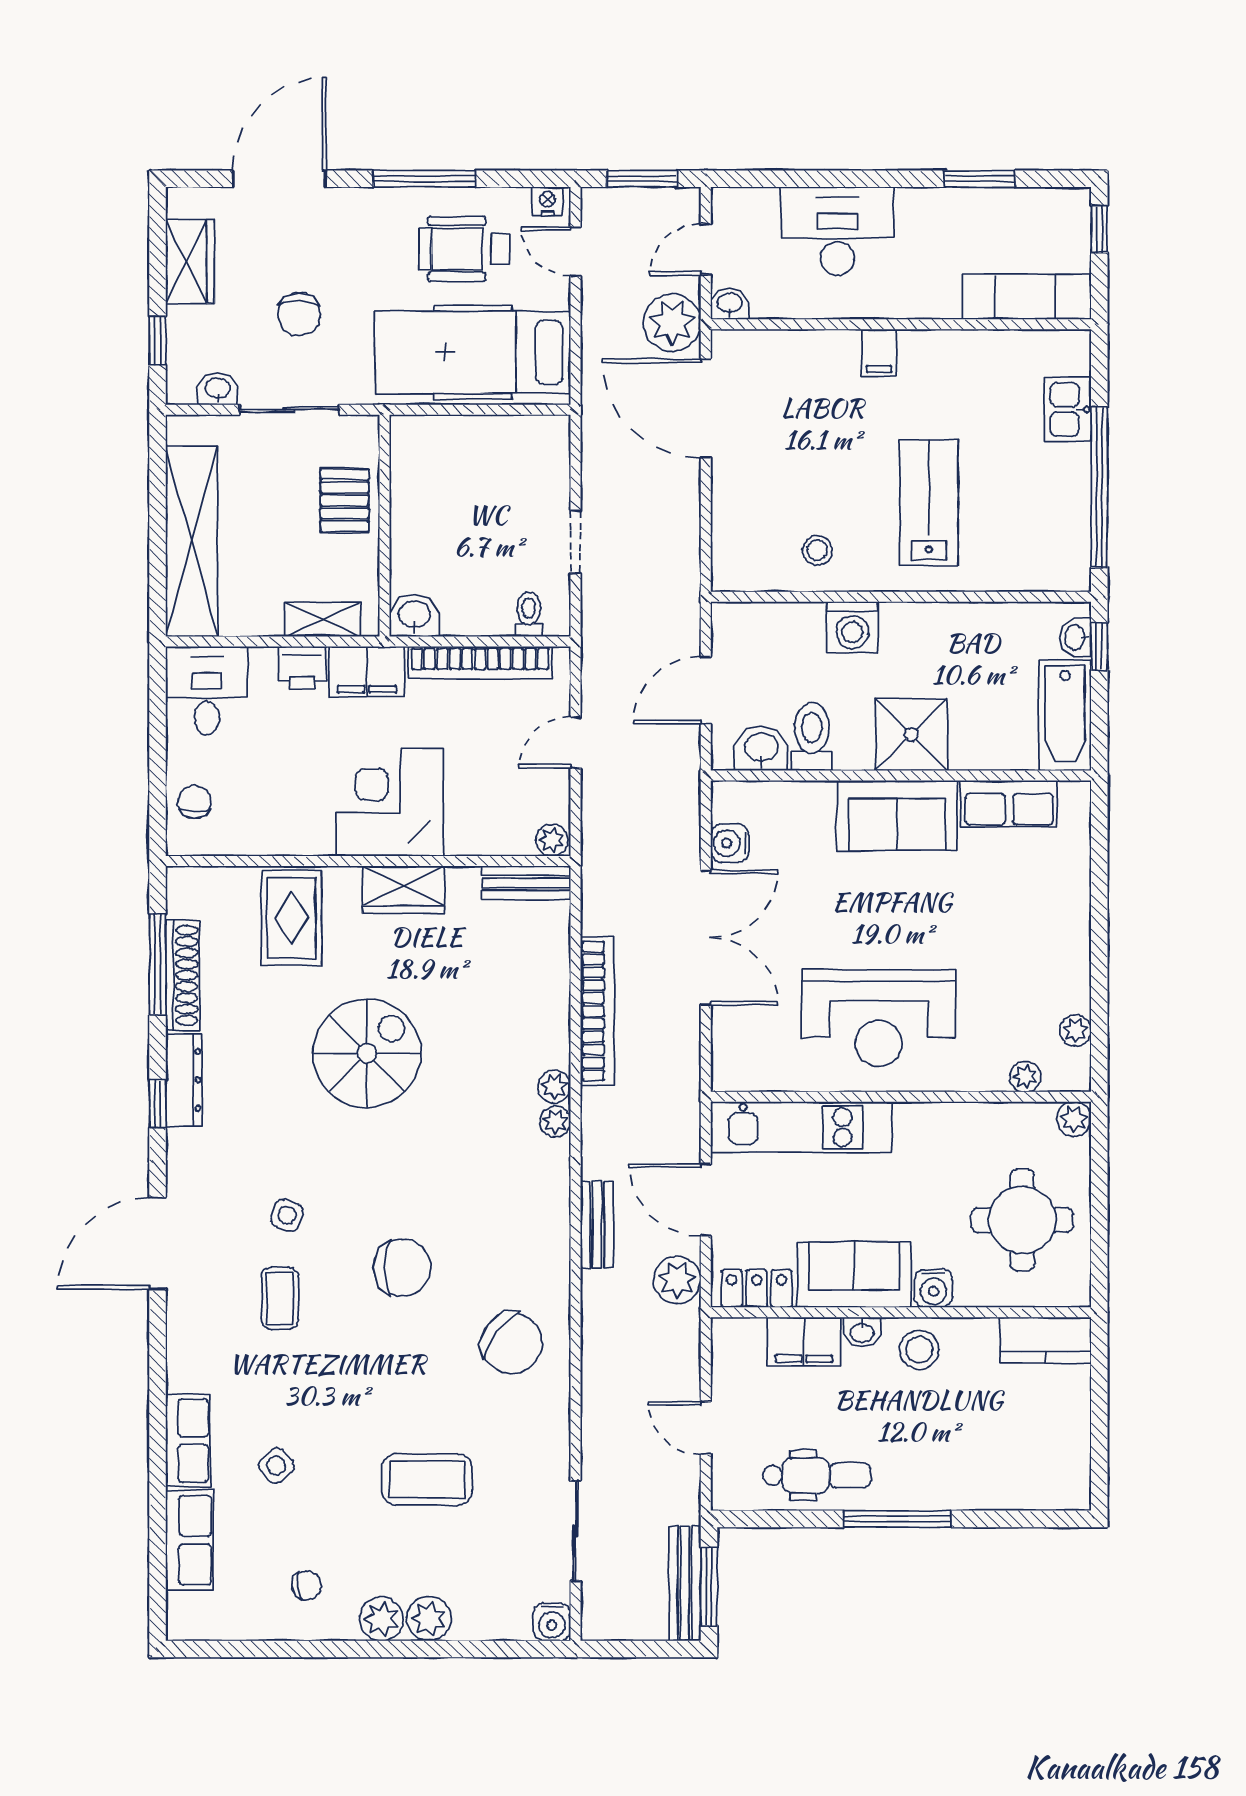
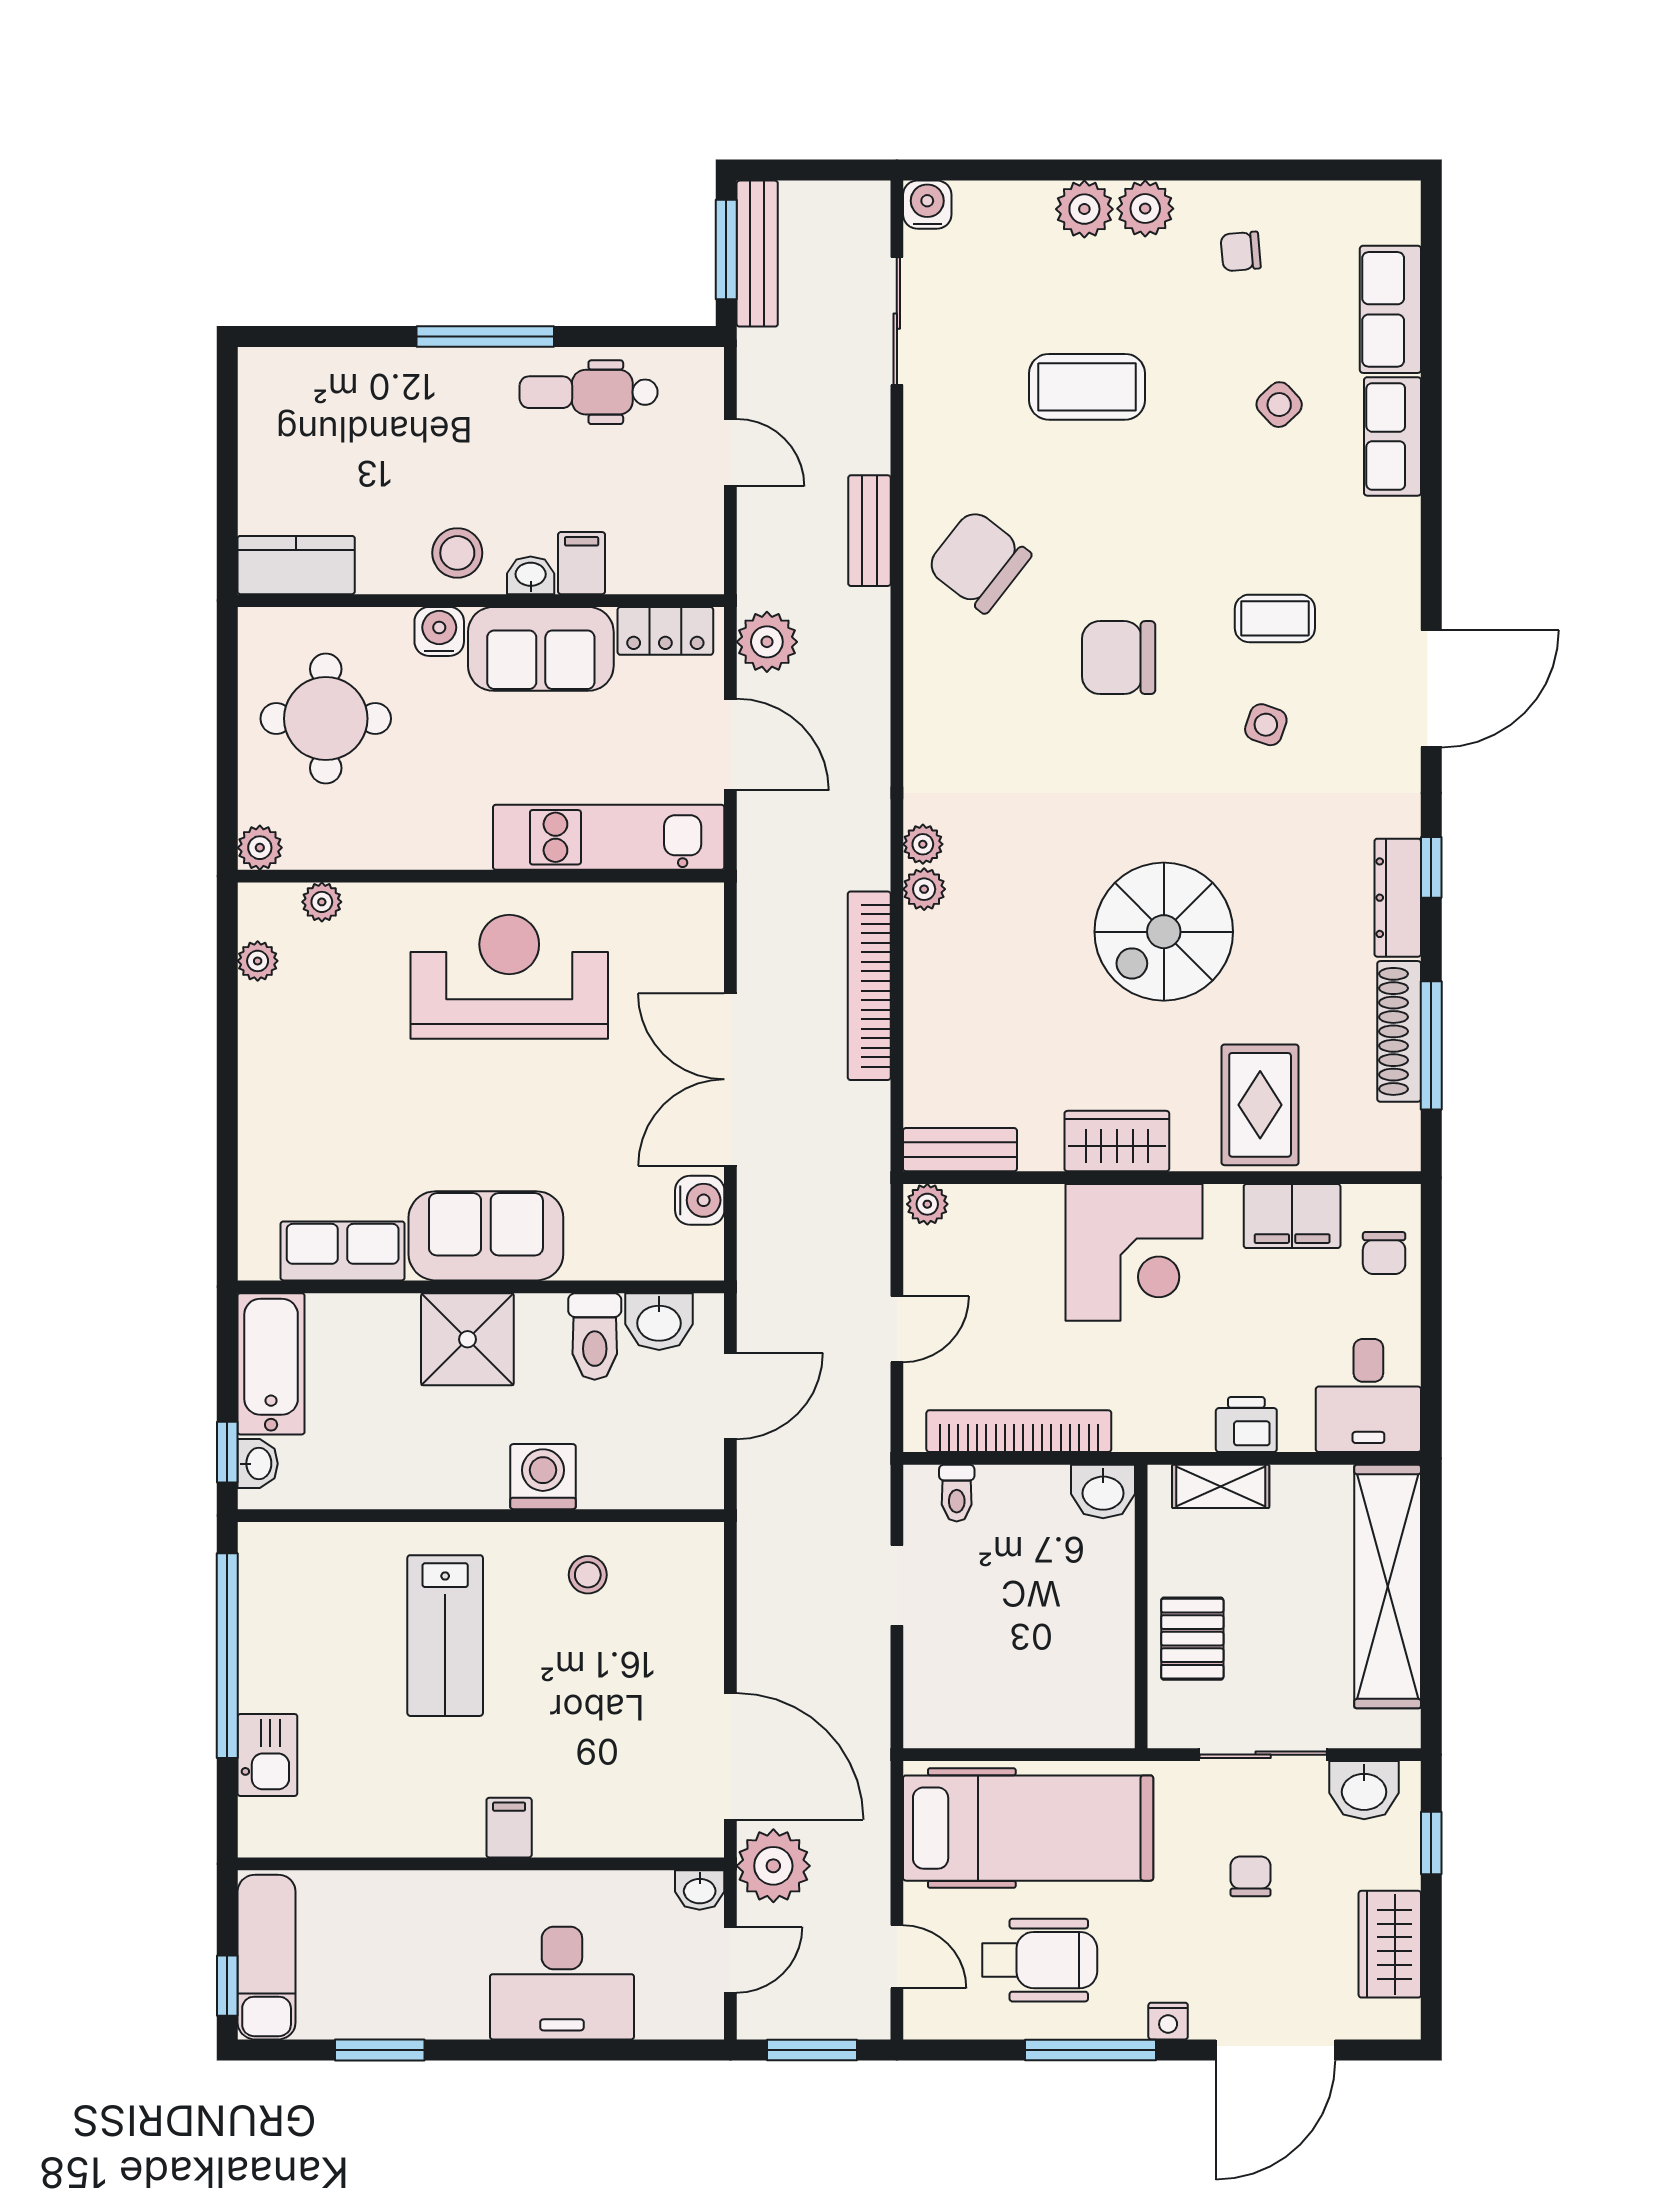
nightstand: (548, 201) -> (1168, 2021), moved
exam couch: (1027, 297) -> (267, 1957), moved, turned -90
chair: (299, 314) -> (1251, 1876), width x0.73, depth x0.73
washbasin: (218, 389) -> (1364, 1790), width x1.38, depth x1.45
filing cabinet: (367, 671) -> (1292, 1216), moved, turned 180
bench: (597, 1225) -> (869, 531), moved
coffee table: (280, 1298) -> (1275, 618), turned 90
filing cabinet: (804, 1342) -> (582, 563), width x0.50

